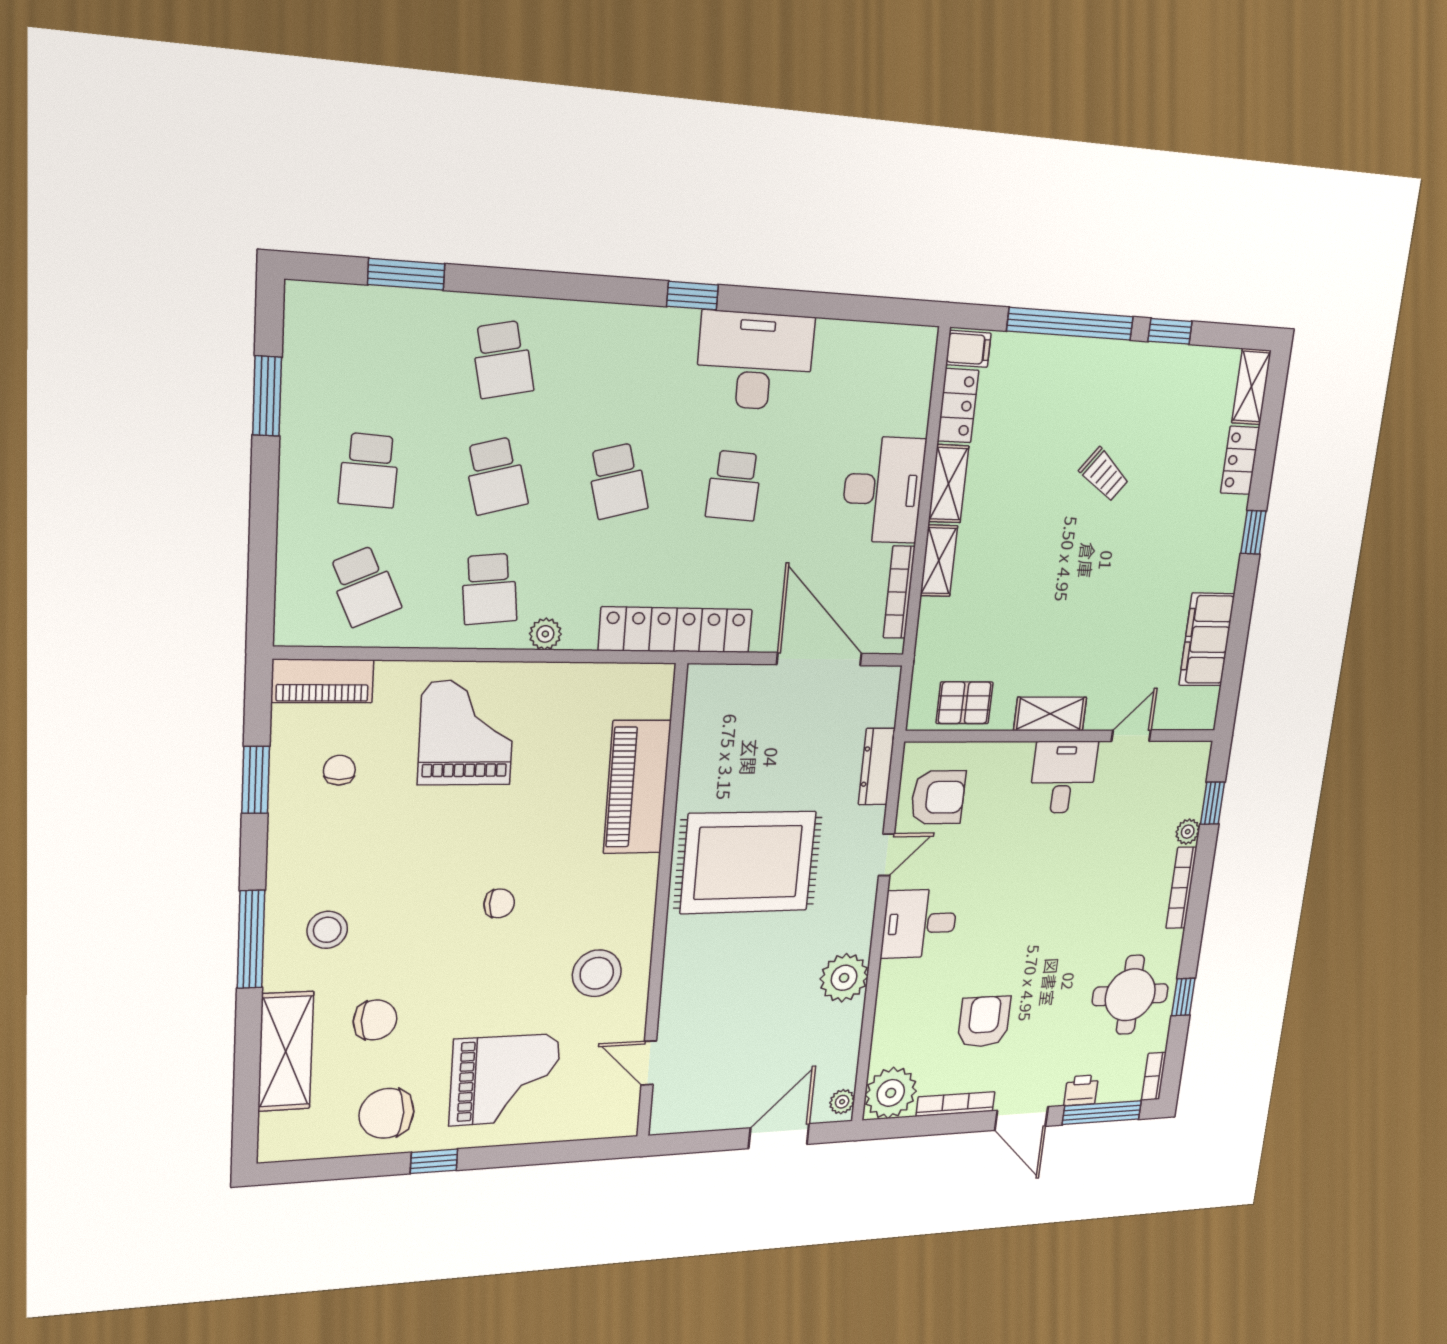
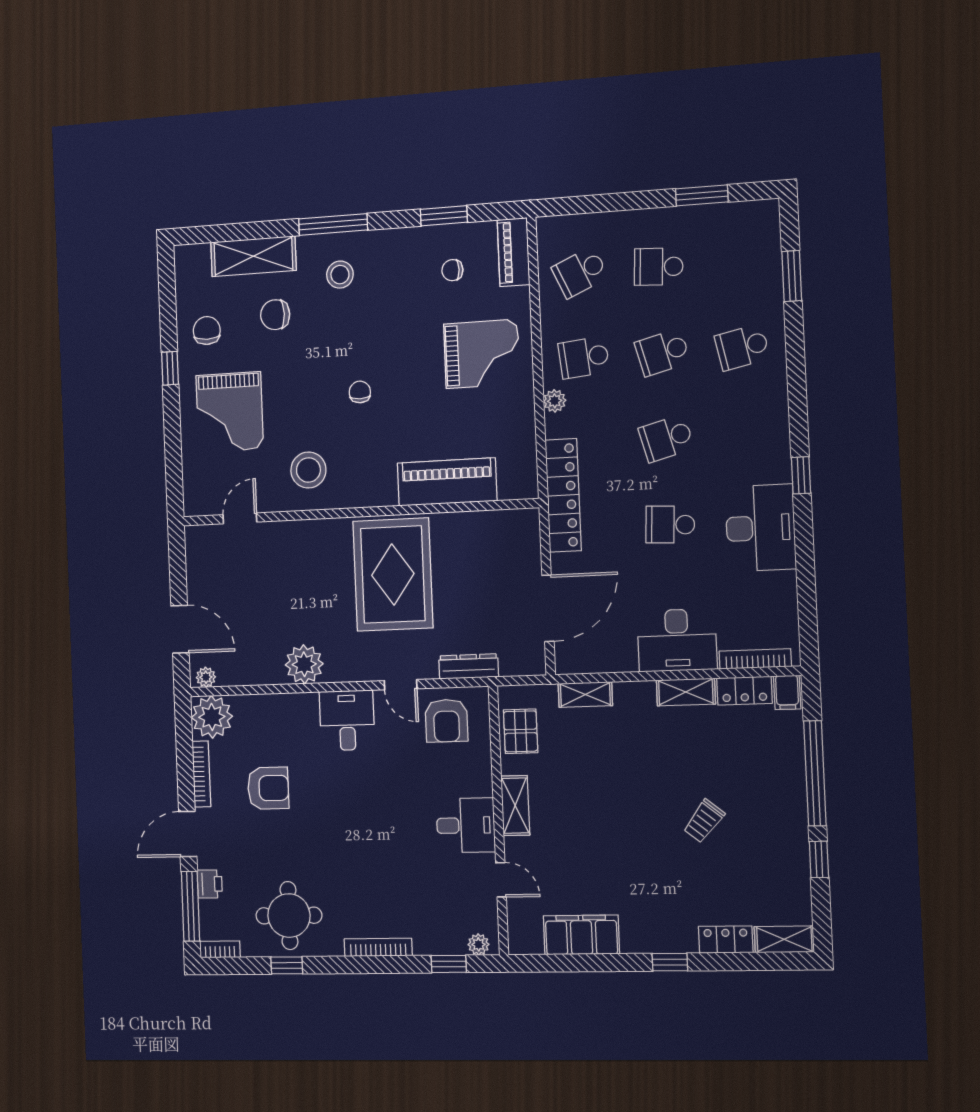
shelving: (939, 561) -> (585, 694), moved
bookcase: (899, 592) -> (755, 659), moved
chair: (339, 770) -> (452, 270), turned 180
plant: (1188, 832) -> (478, 944), moved
chair: (499, 903) -> (360, 392), turned 180
chair: (375, 1020) -> (275, 315), turned 90
chair: (387, 1113) -> (207, 330), width x0.73, depth x0.73

